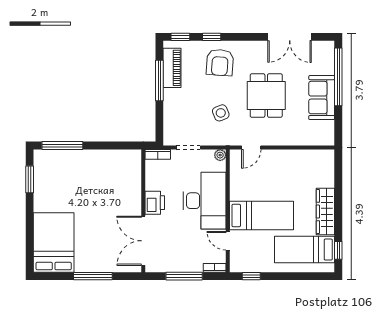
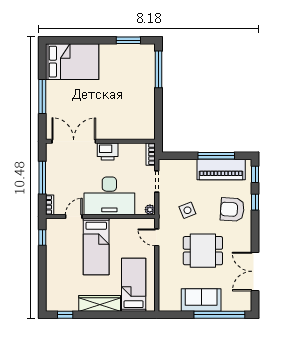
piano: (172, 68) -> (221, 169), width x1.37, depth x1.33
bed: (305, 250) -> (134, 285), moved

